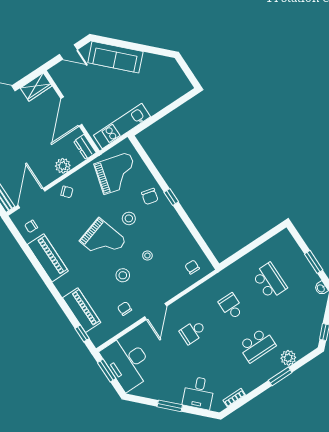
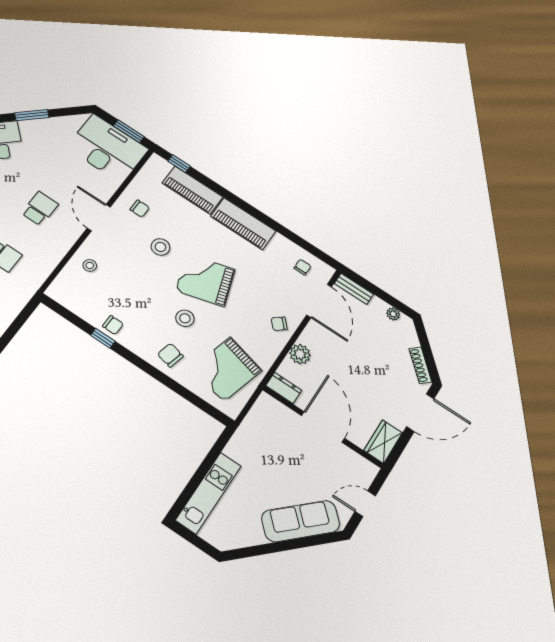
kitchen unit: (122, 126) -> (208, 493), moved
window: (171, 197) -> (103, 338), moved
stool: (147, 256) -> (90, 265), moved
piano: (48, 258) -> (243, 224), moved
chair: (192, 267) -> (113, 325), moved

